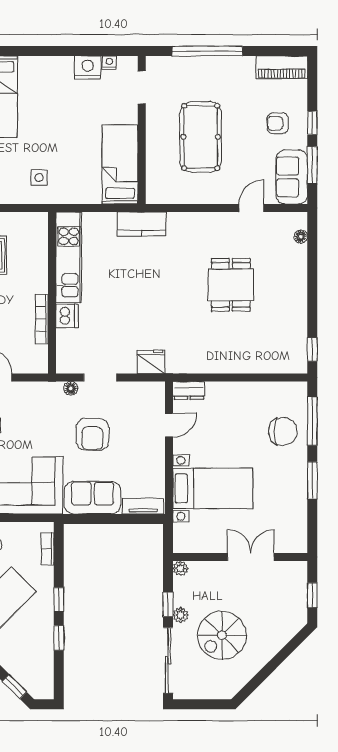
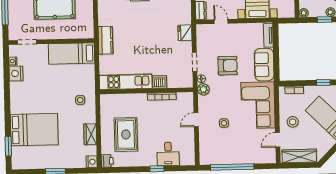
plant: (52, 391) -> (203, 89), added

